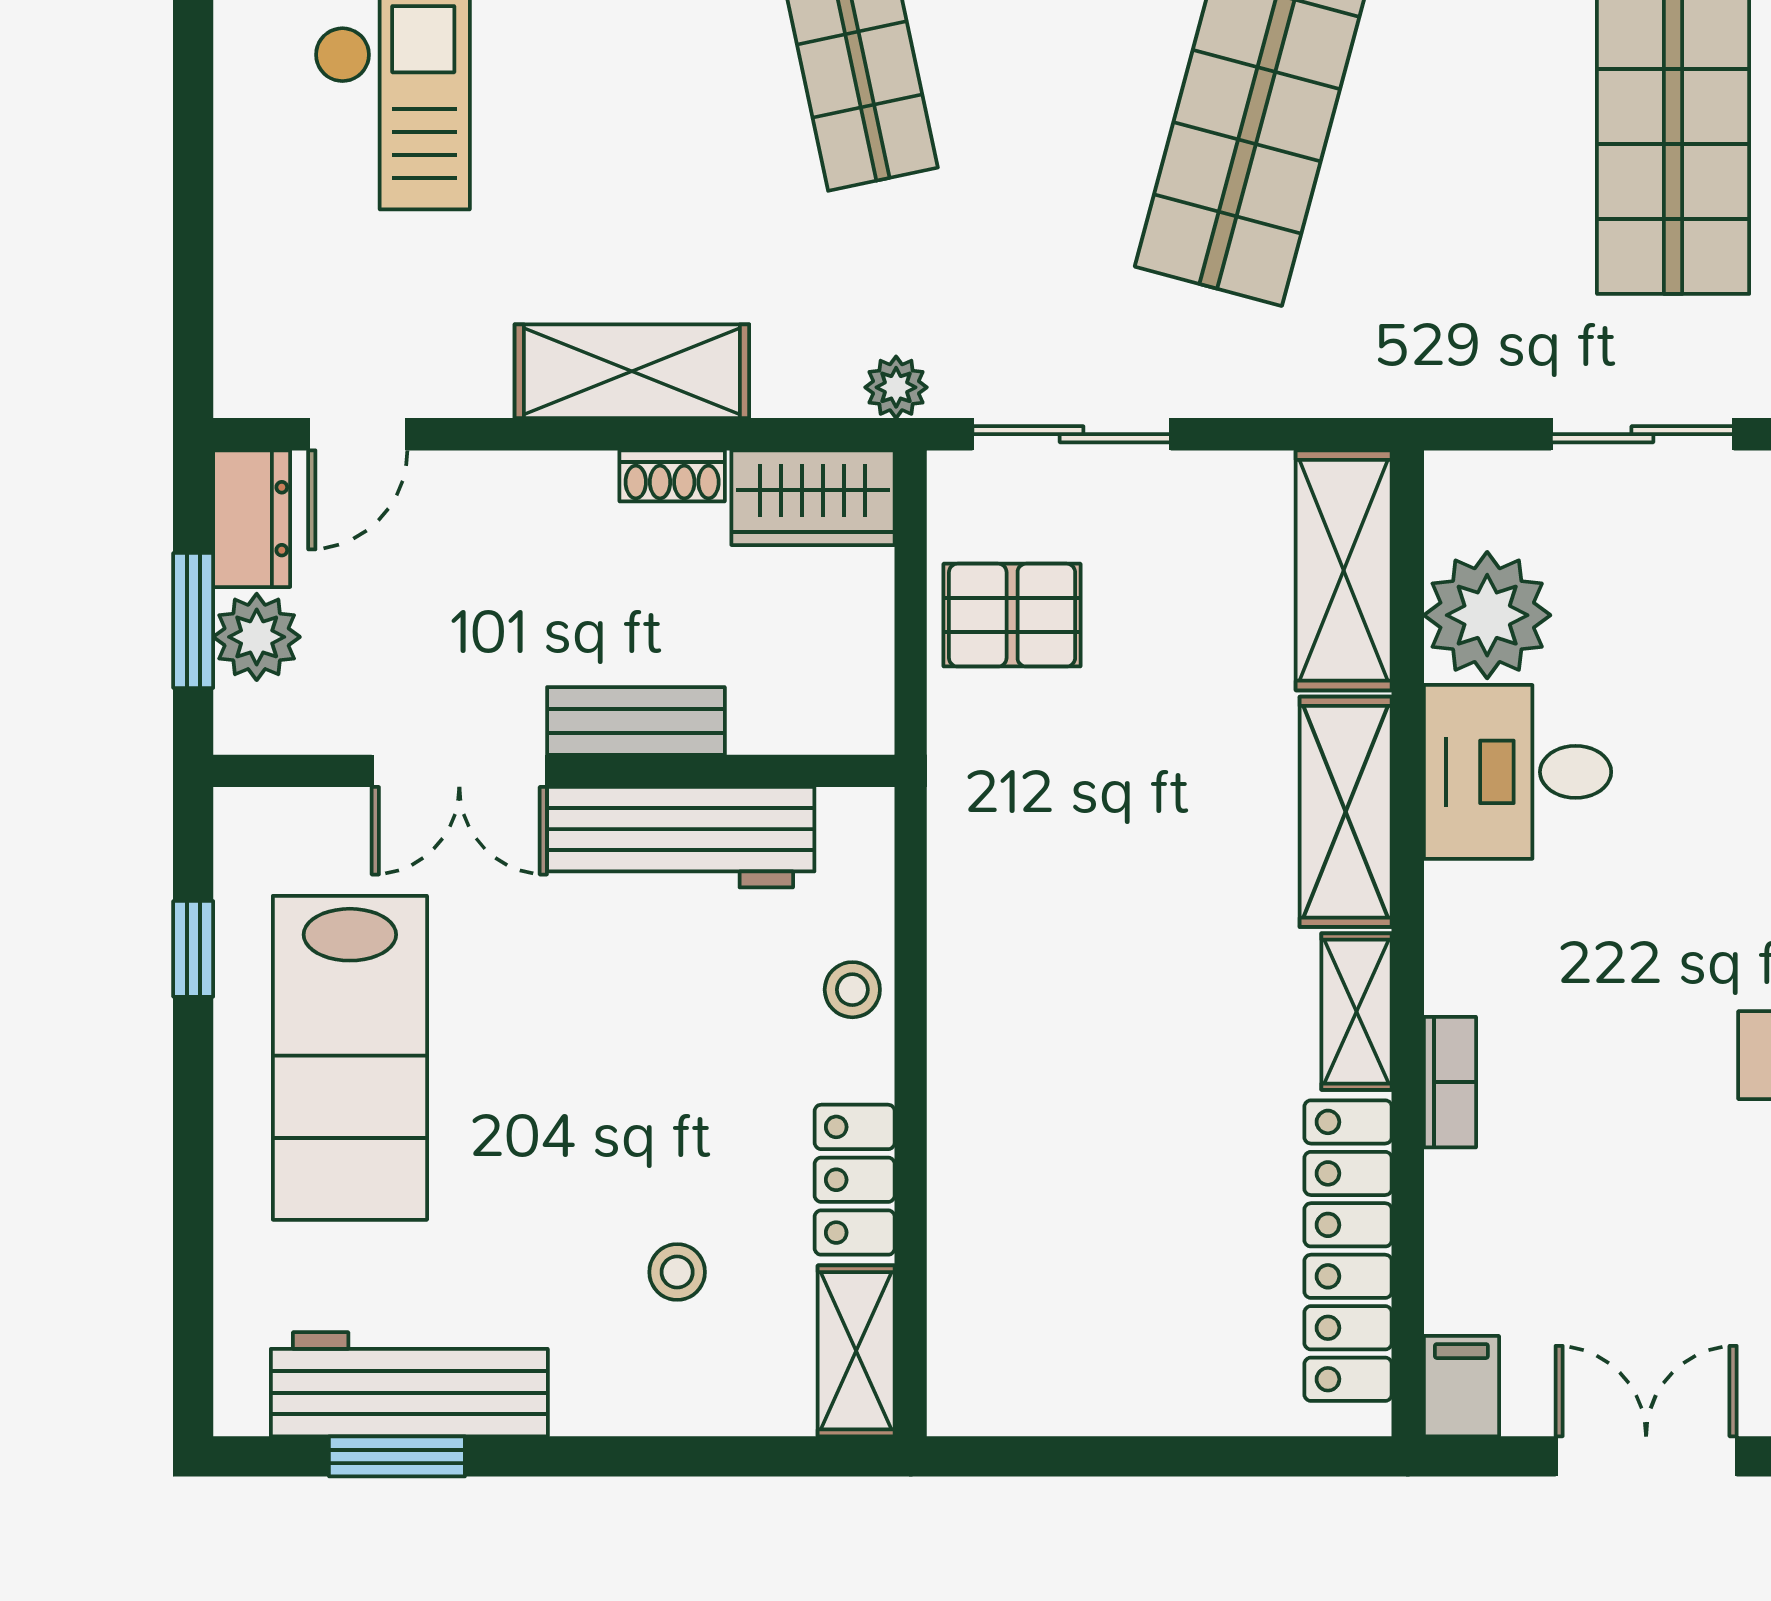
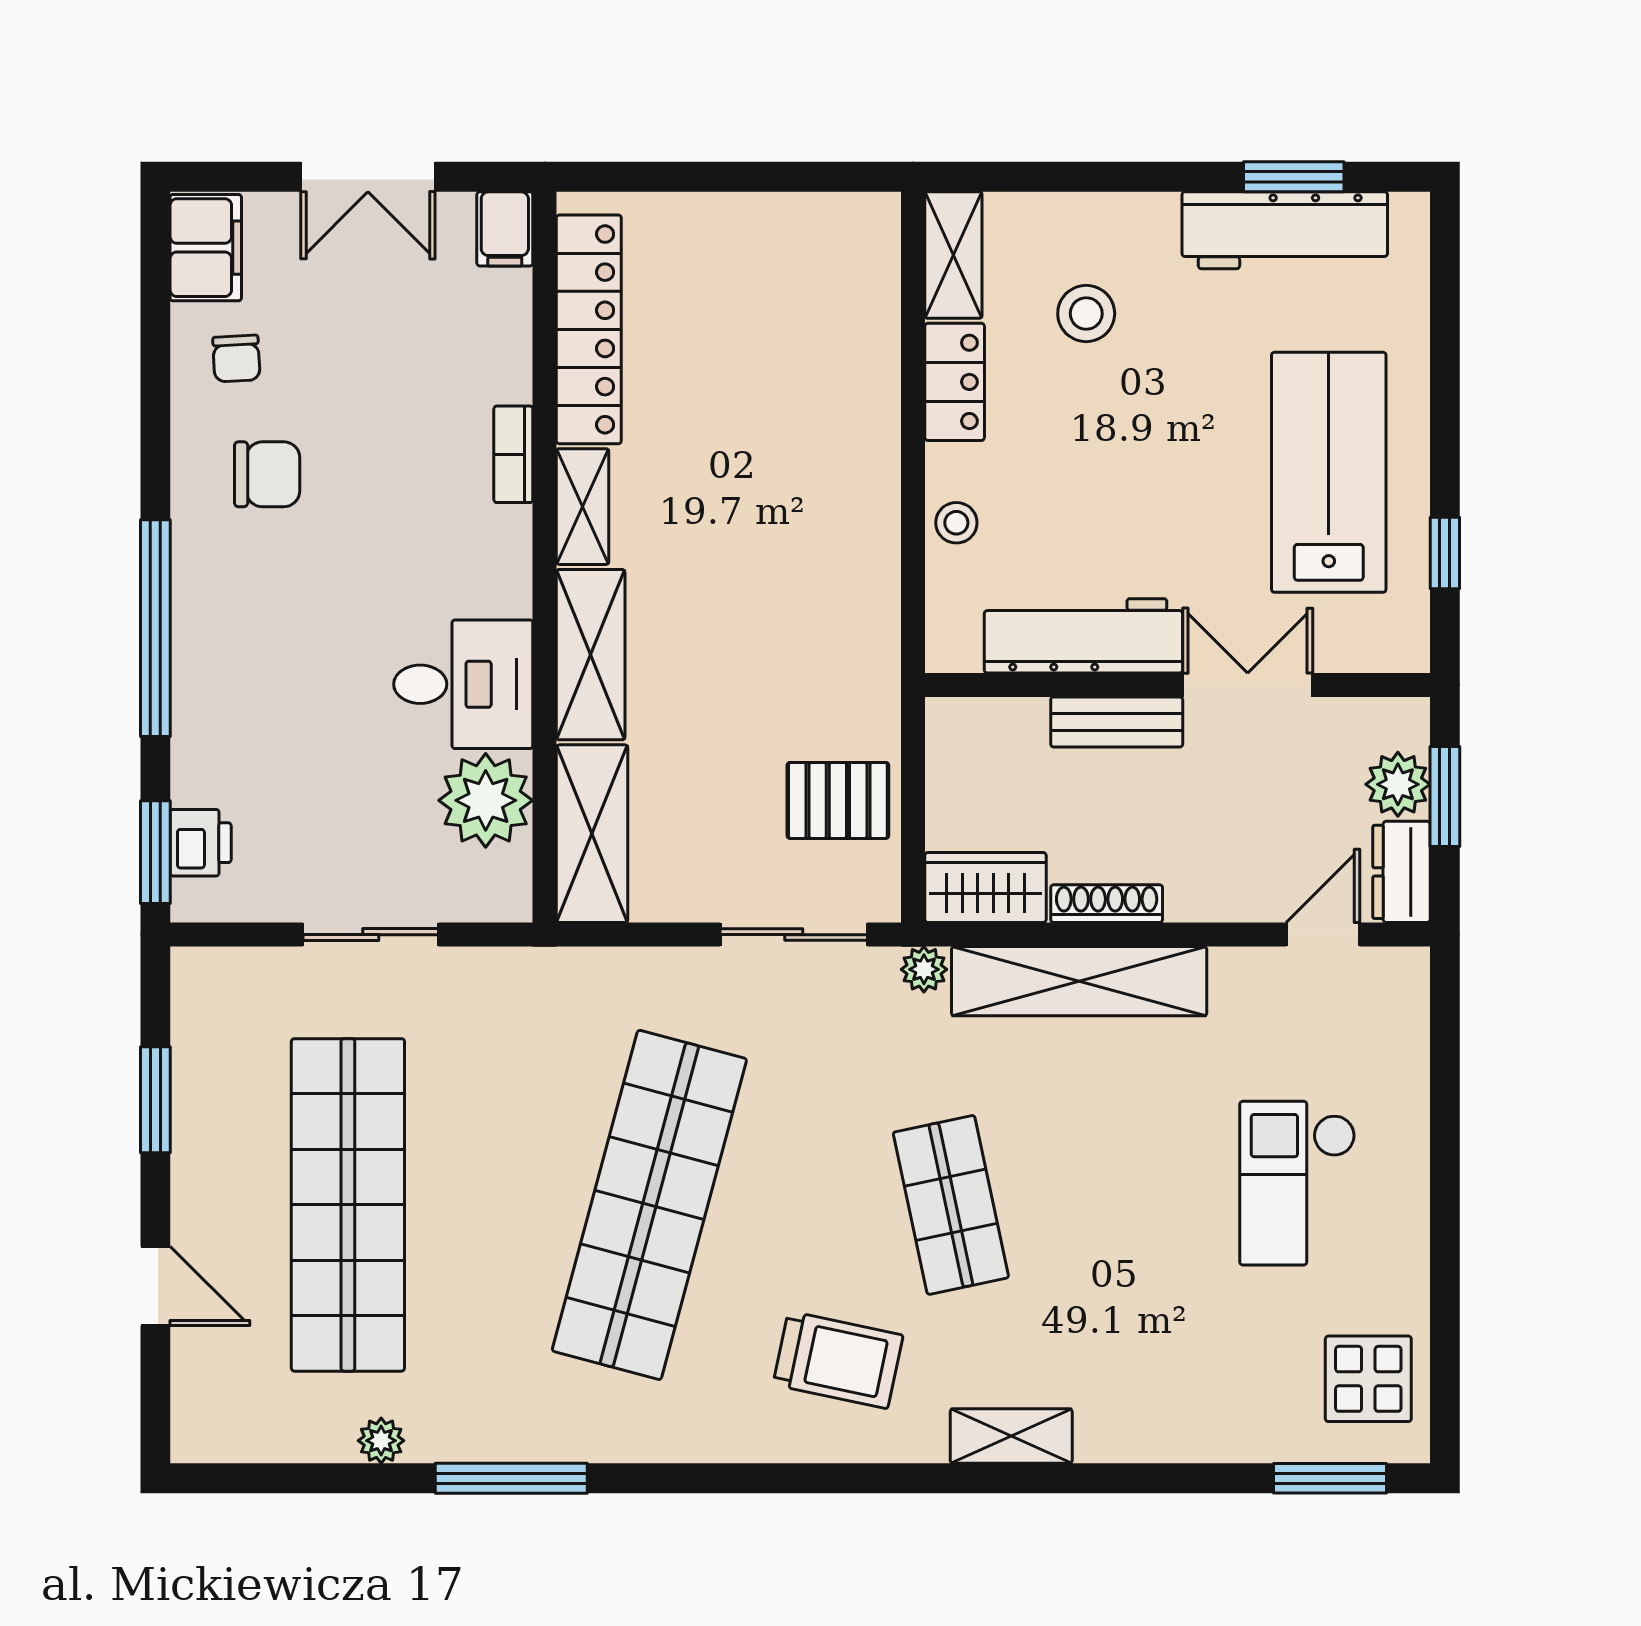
shelving: (632, 371) -> (1079, 981), width x1.47
shoe rack: (672, 476) -> (1107, 904), width x1.43
stool: (677, 1272) -> (1086, 314), width x1.37, depth x1.37

